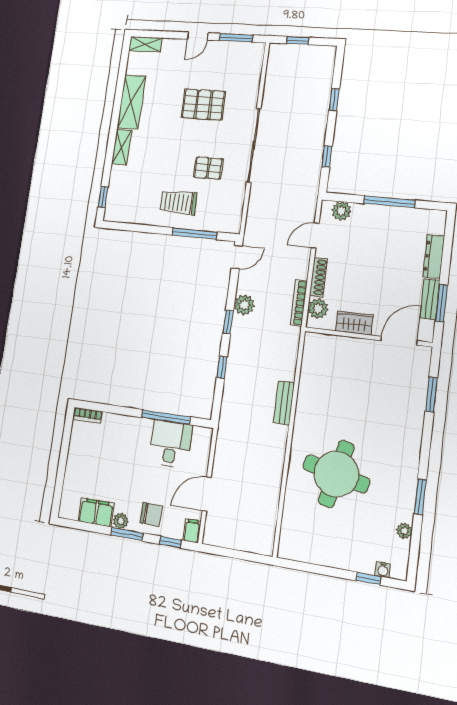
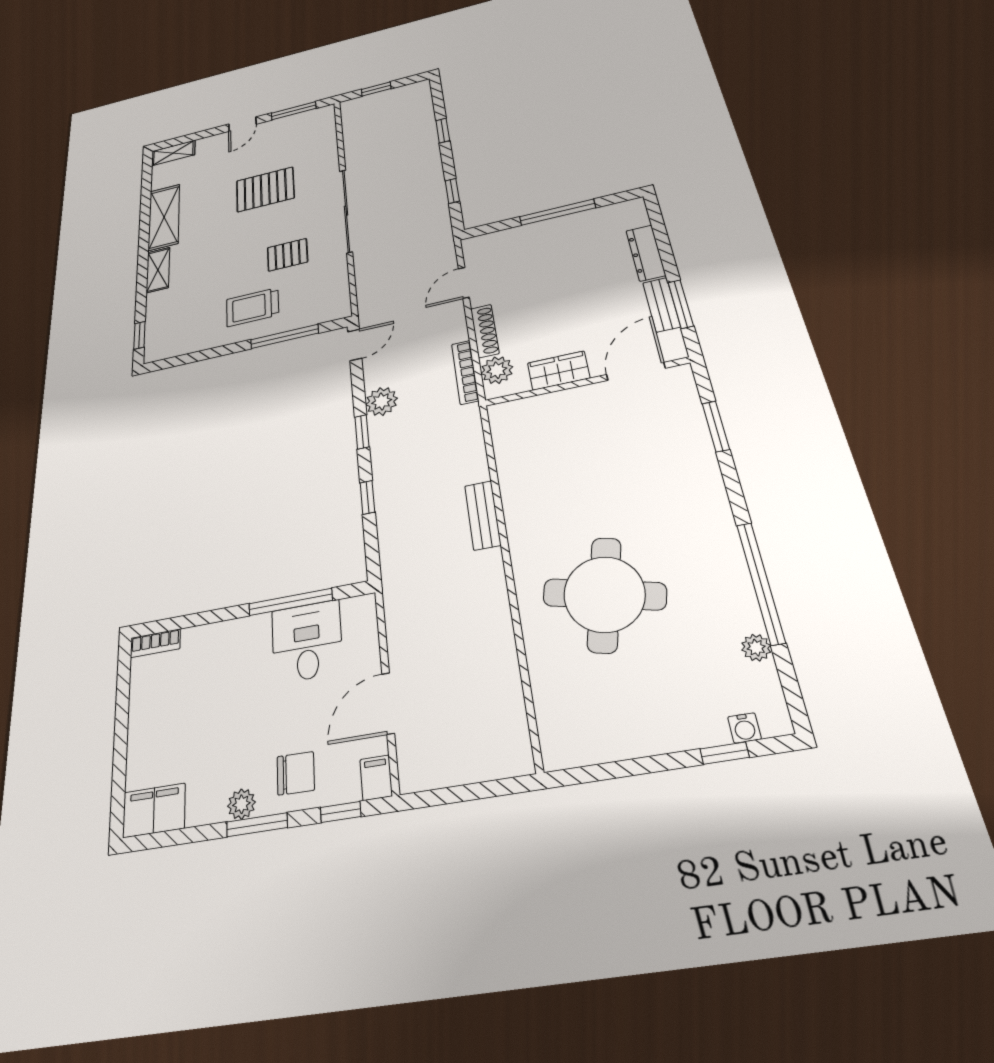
plant: (341, 211) -> (493, 243), removed
window: (420, 497) -> (761, 583), width x2.11
filing cabinet: (96, 512) -> (154, 810), moved

